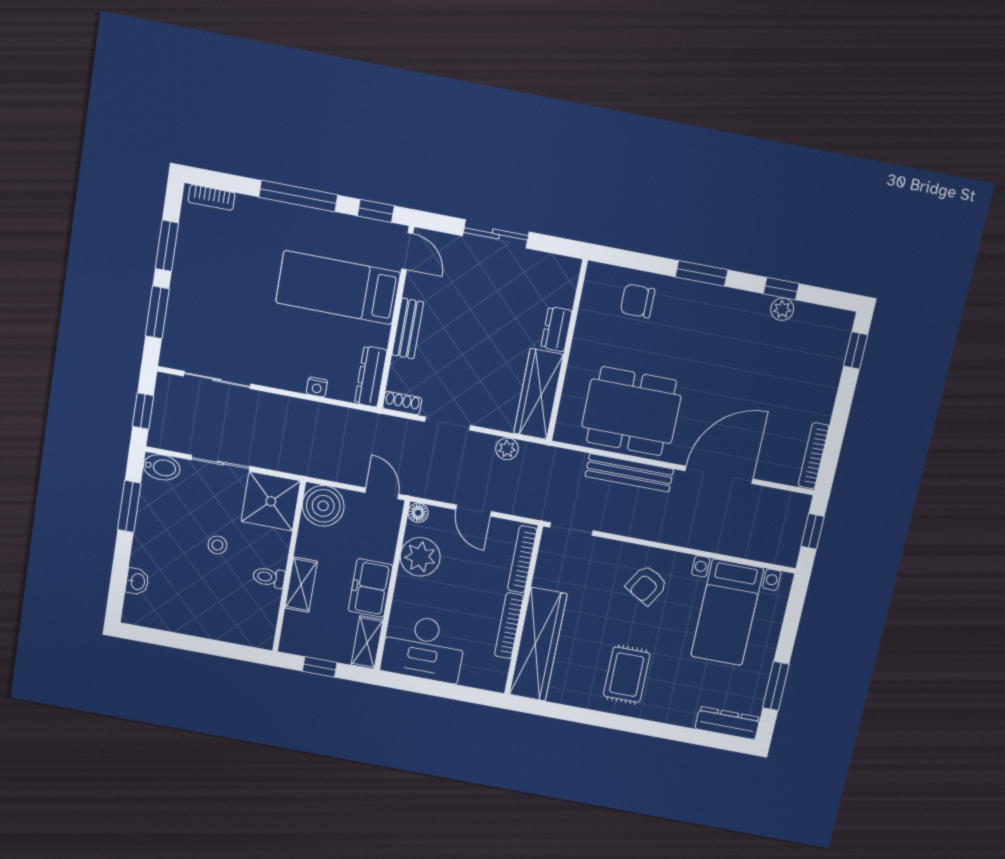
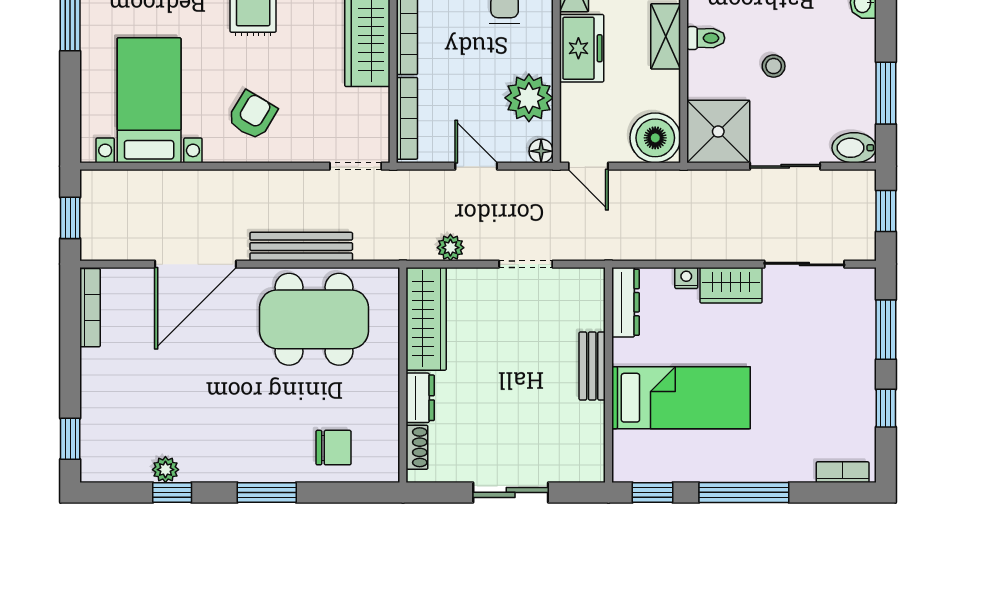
window: (167, 246) -> (886, 408), width x0.67
door: (407, 251) -> (609, 454), removed
wardrobe: (281, 374) -> (731, 285), added
shoe rack: (402, 403) -> (417, 447), moved, turned -90

